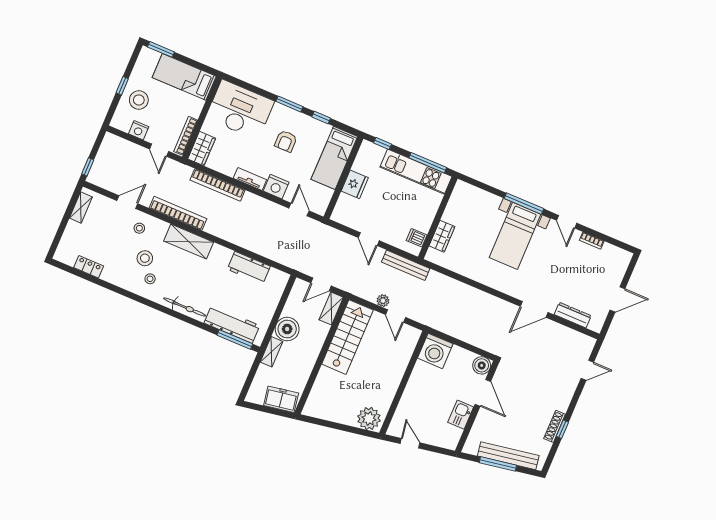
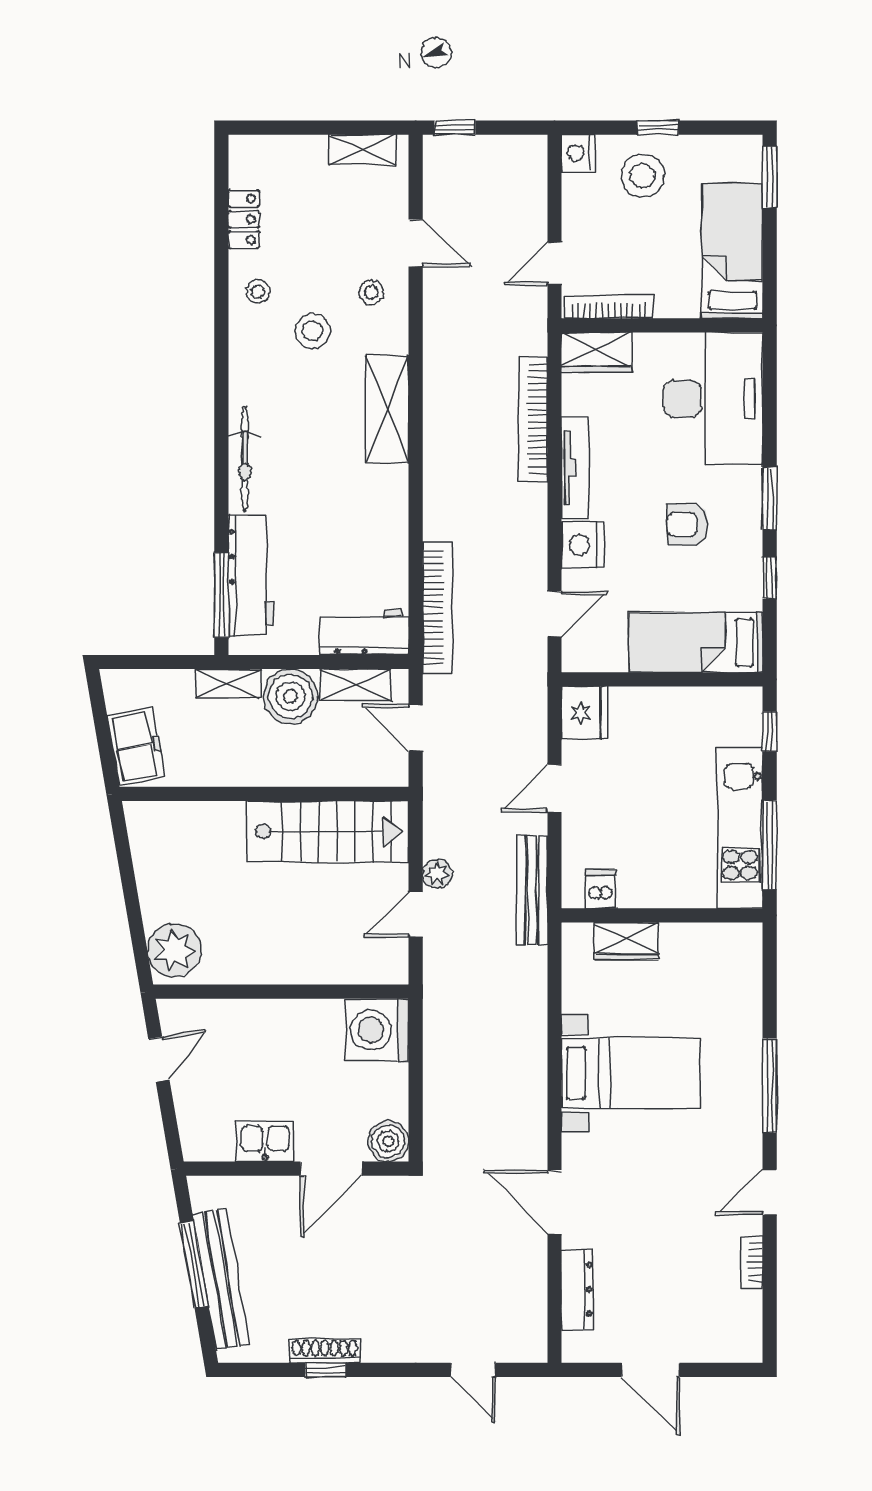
nightstand: (139, 130) -> (578, 153), moved
tv unit: (250, 179) -> (575, 468), width x1.41
fridge: (355, 184) -> (584, 713), moved, turned -90
bookcase: (178, 213) -> (438, 608), moved
bed with nightstands: (515, 236) -> (631, 1073), moved, turned 180
workbench: (249, 268) -> (364, 632), moved, turned 90
stool: (150, 279) -> (258, 291), moved
shelving: (331, 308) -> (356, 685), moved

